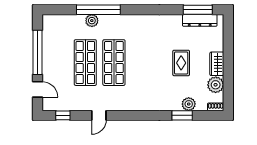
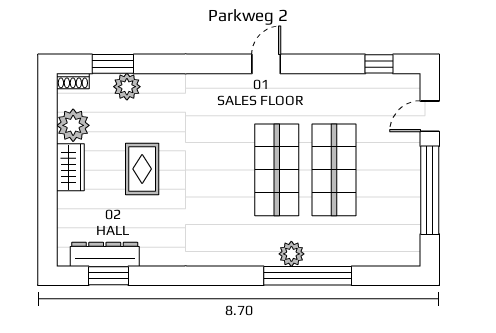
window: (198, 10) -> (109, 276), width x0.69
plant: (92, 21) -> (291, 254), moved
door: (38, 89) -> (430, 116), hinge flipped
door: (99, 115) -> (266, 64), moved
window: (182, 115) -> (113, 64), moved

